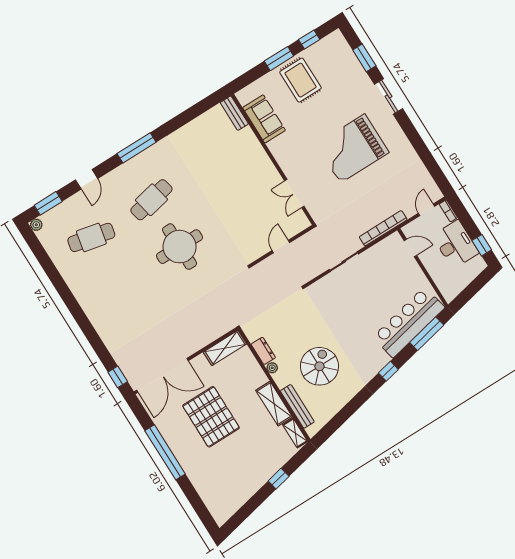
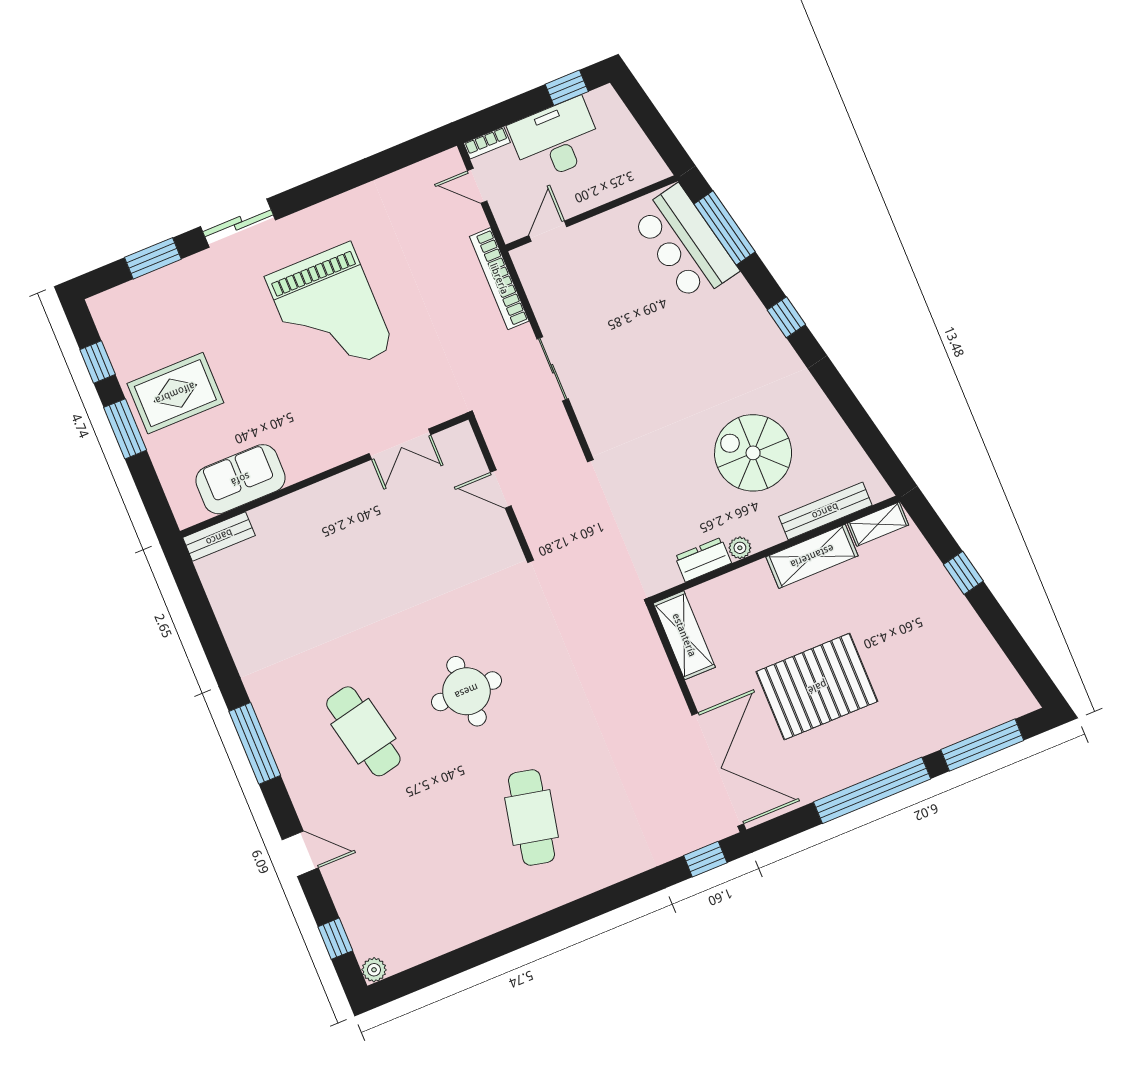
window: (48, 203) -> (335, 939), width x0.67
cafe table: (91, 237) -> (531, 818), moved
round table: (180, 247) -> (466, 691), width x0.73, depth x0.73
bar counter: (409, 322) -> (685, 244), width x0.73
window: (196, 502) -> (982, 745), added

